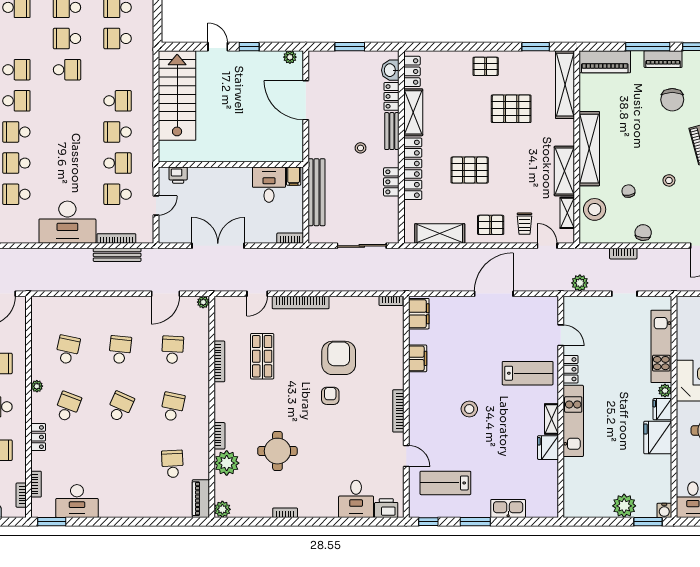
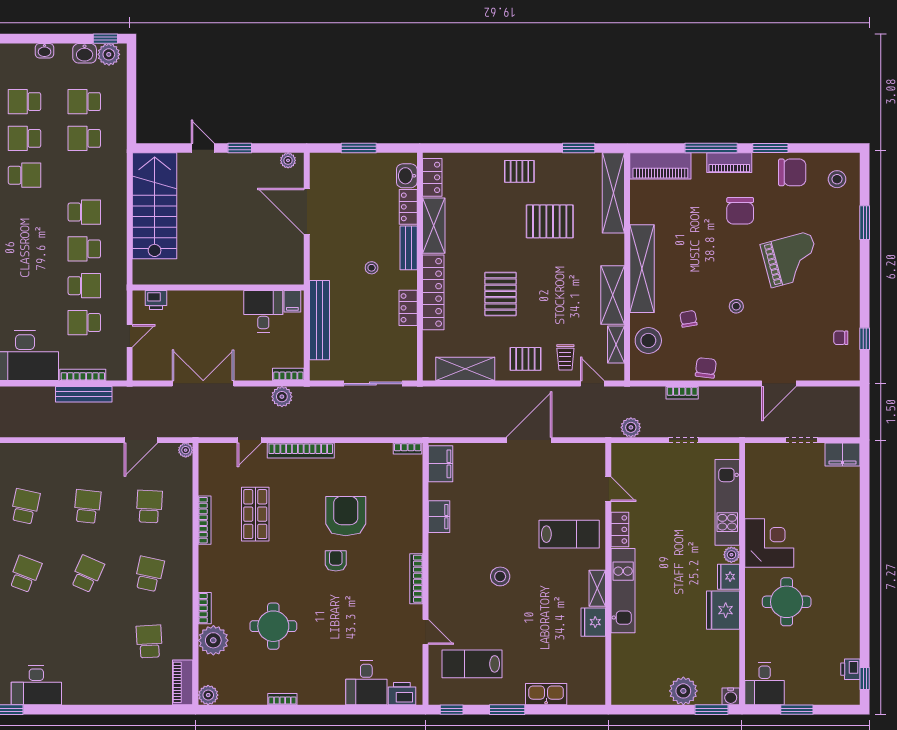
pallet: (470, 170) -> (501, 294), turned 90
plant: (285, 257) -> (282, 397), added

